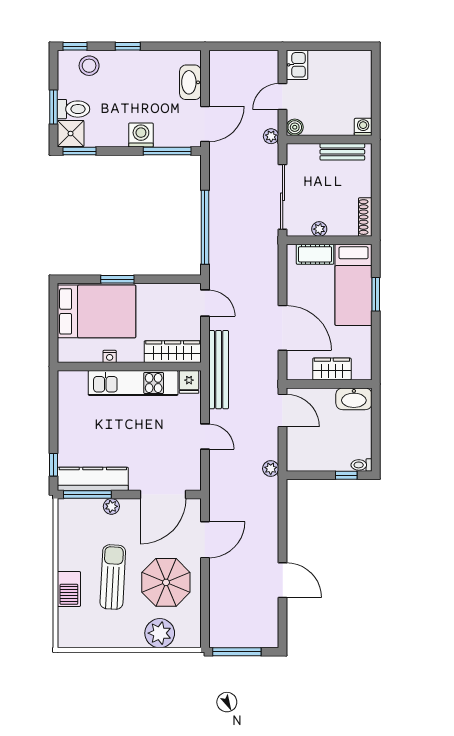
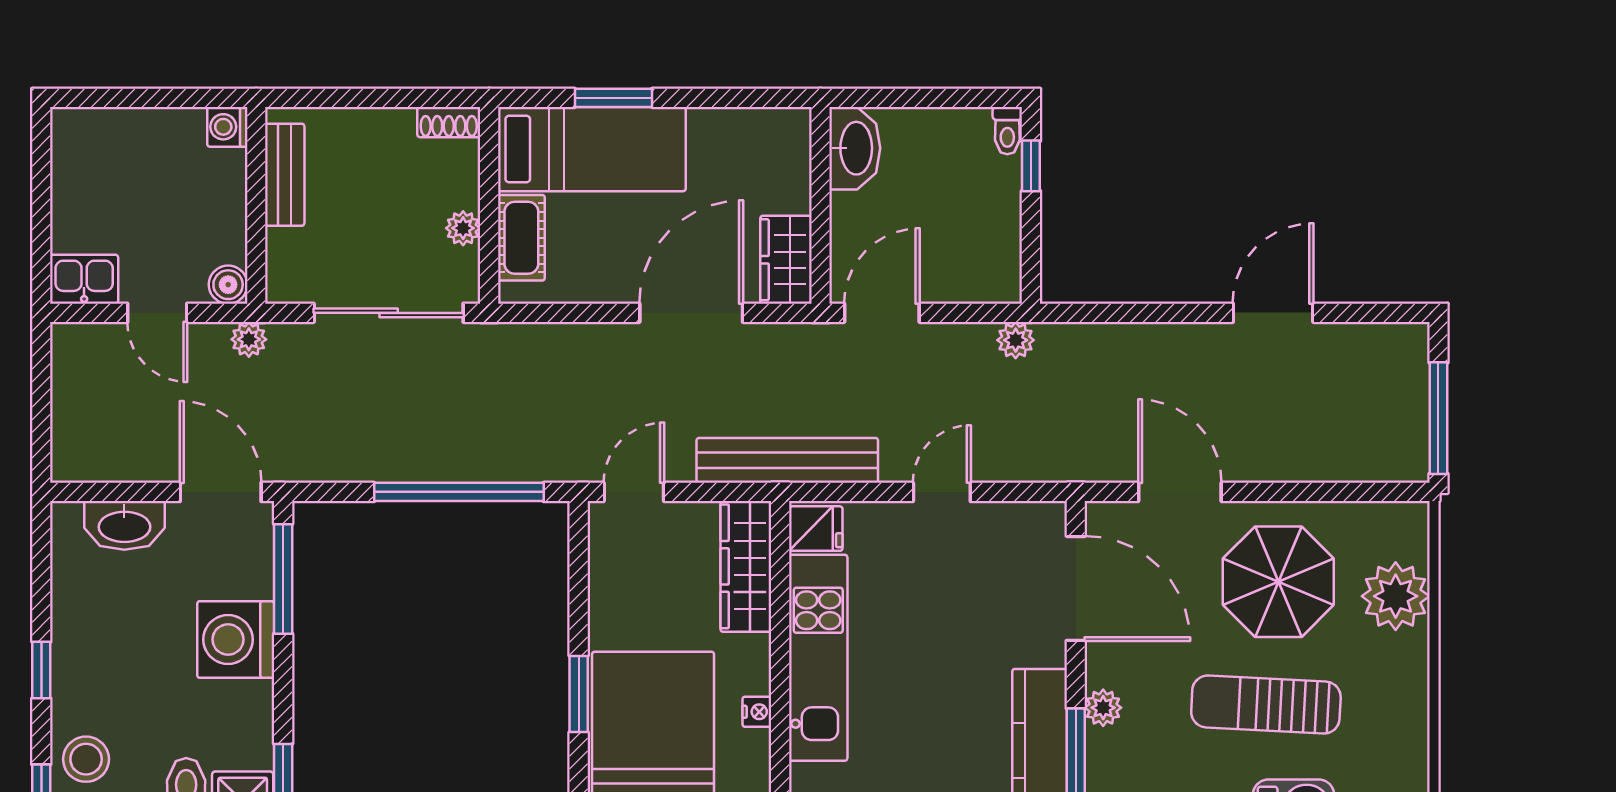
washing machine: (141, 135) -> (236, 640), width x1.37, depth x1.37
shoe rack: (365, 217) -> (449, 122), width x0.70
wardrobe: (332, 369) -> (786, 260), moved

